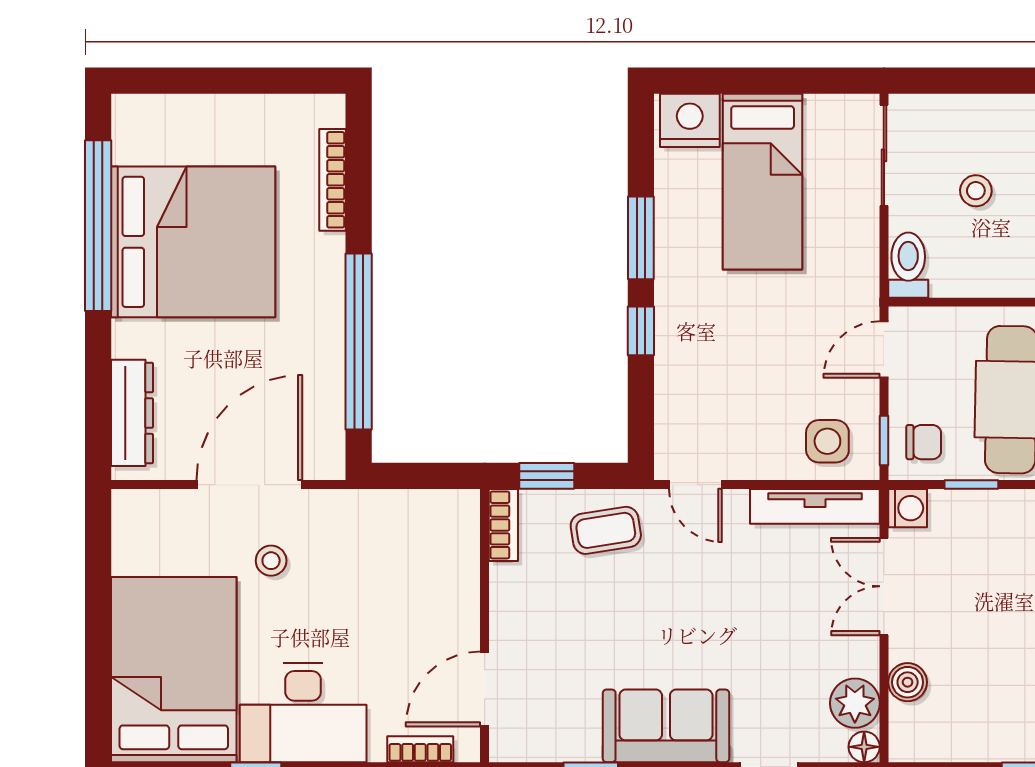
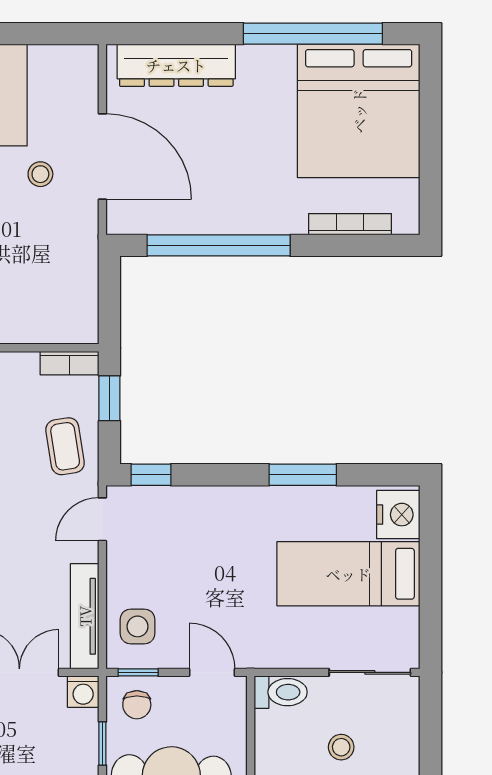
bed: (193, 242) -> (359, 111), moved
window: (641, 331) -> (151, 475), moved
dresser: (132, 413) -> (176, 65), width x1.37, depth x1.24

